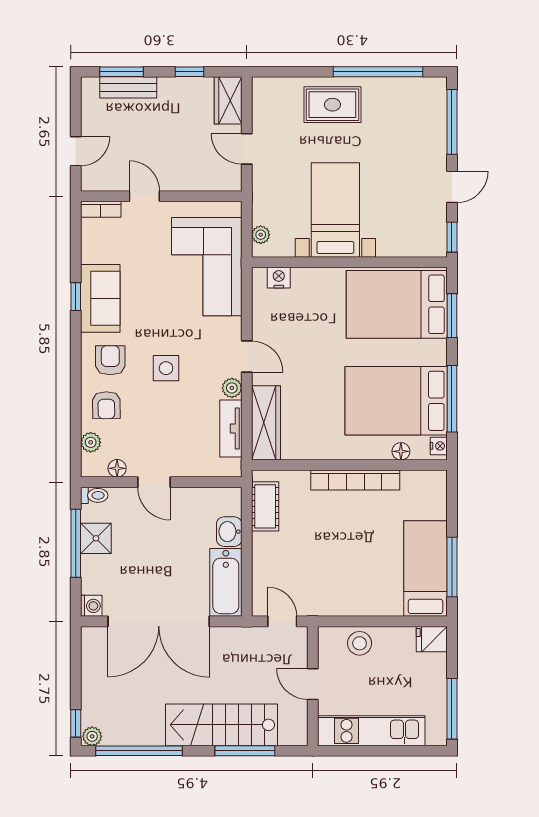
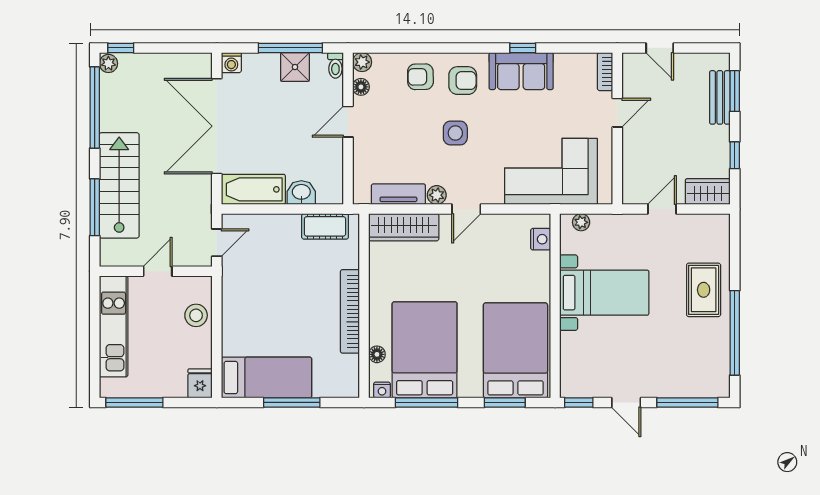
plant: (91, 442) -> (362, 62), moved
window: (452, 567) -> (292, 402), moved

